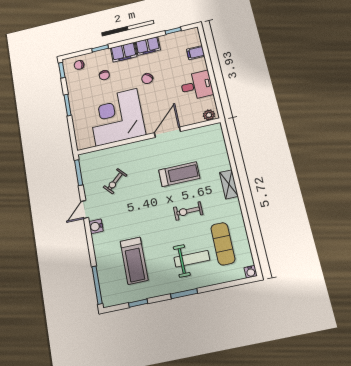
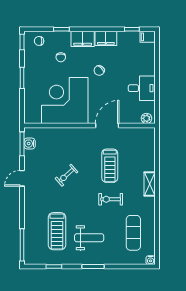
filing cabinet: (196, 53) -> (148, 37), moved
treadmill: (179, 174) -> (110, 166), turned 90
exercise bike: (115, 181) -> (67, 175), moved
water cooler: (96, 226) -> (30, 144), moved
weight bench: (192, 259) -> (89, 238), moved

